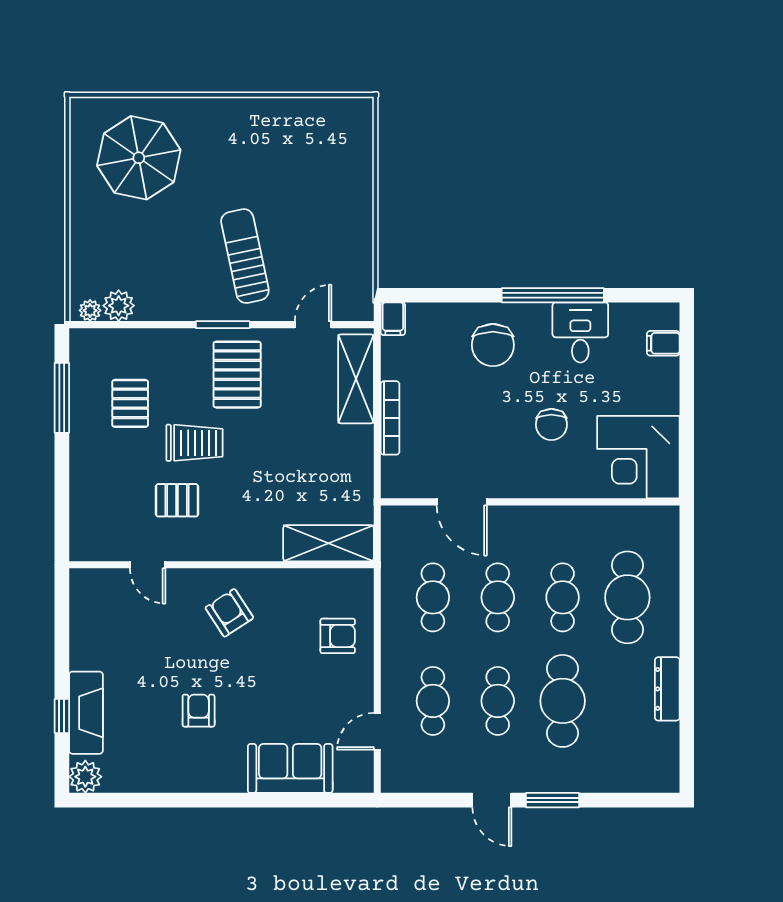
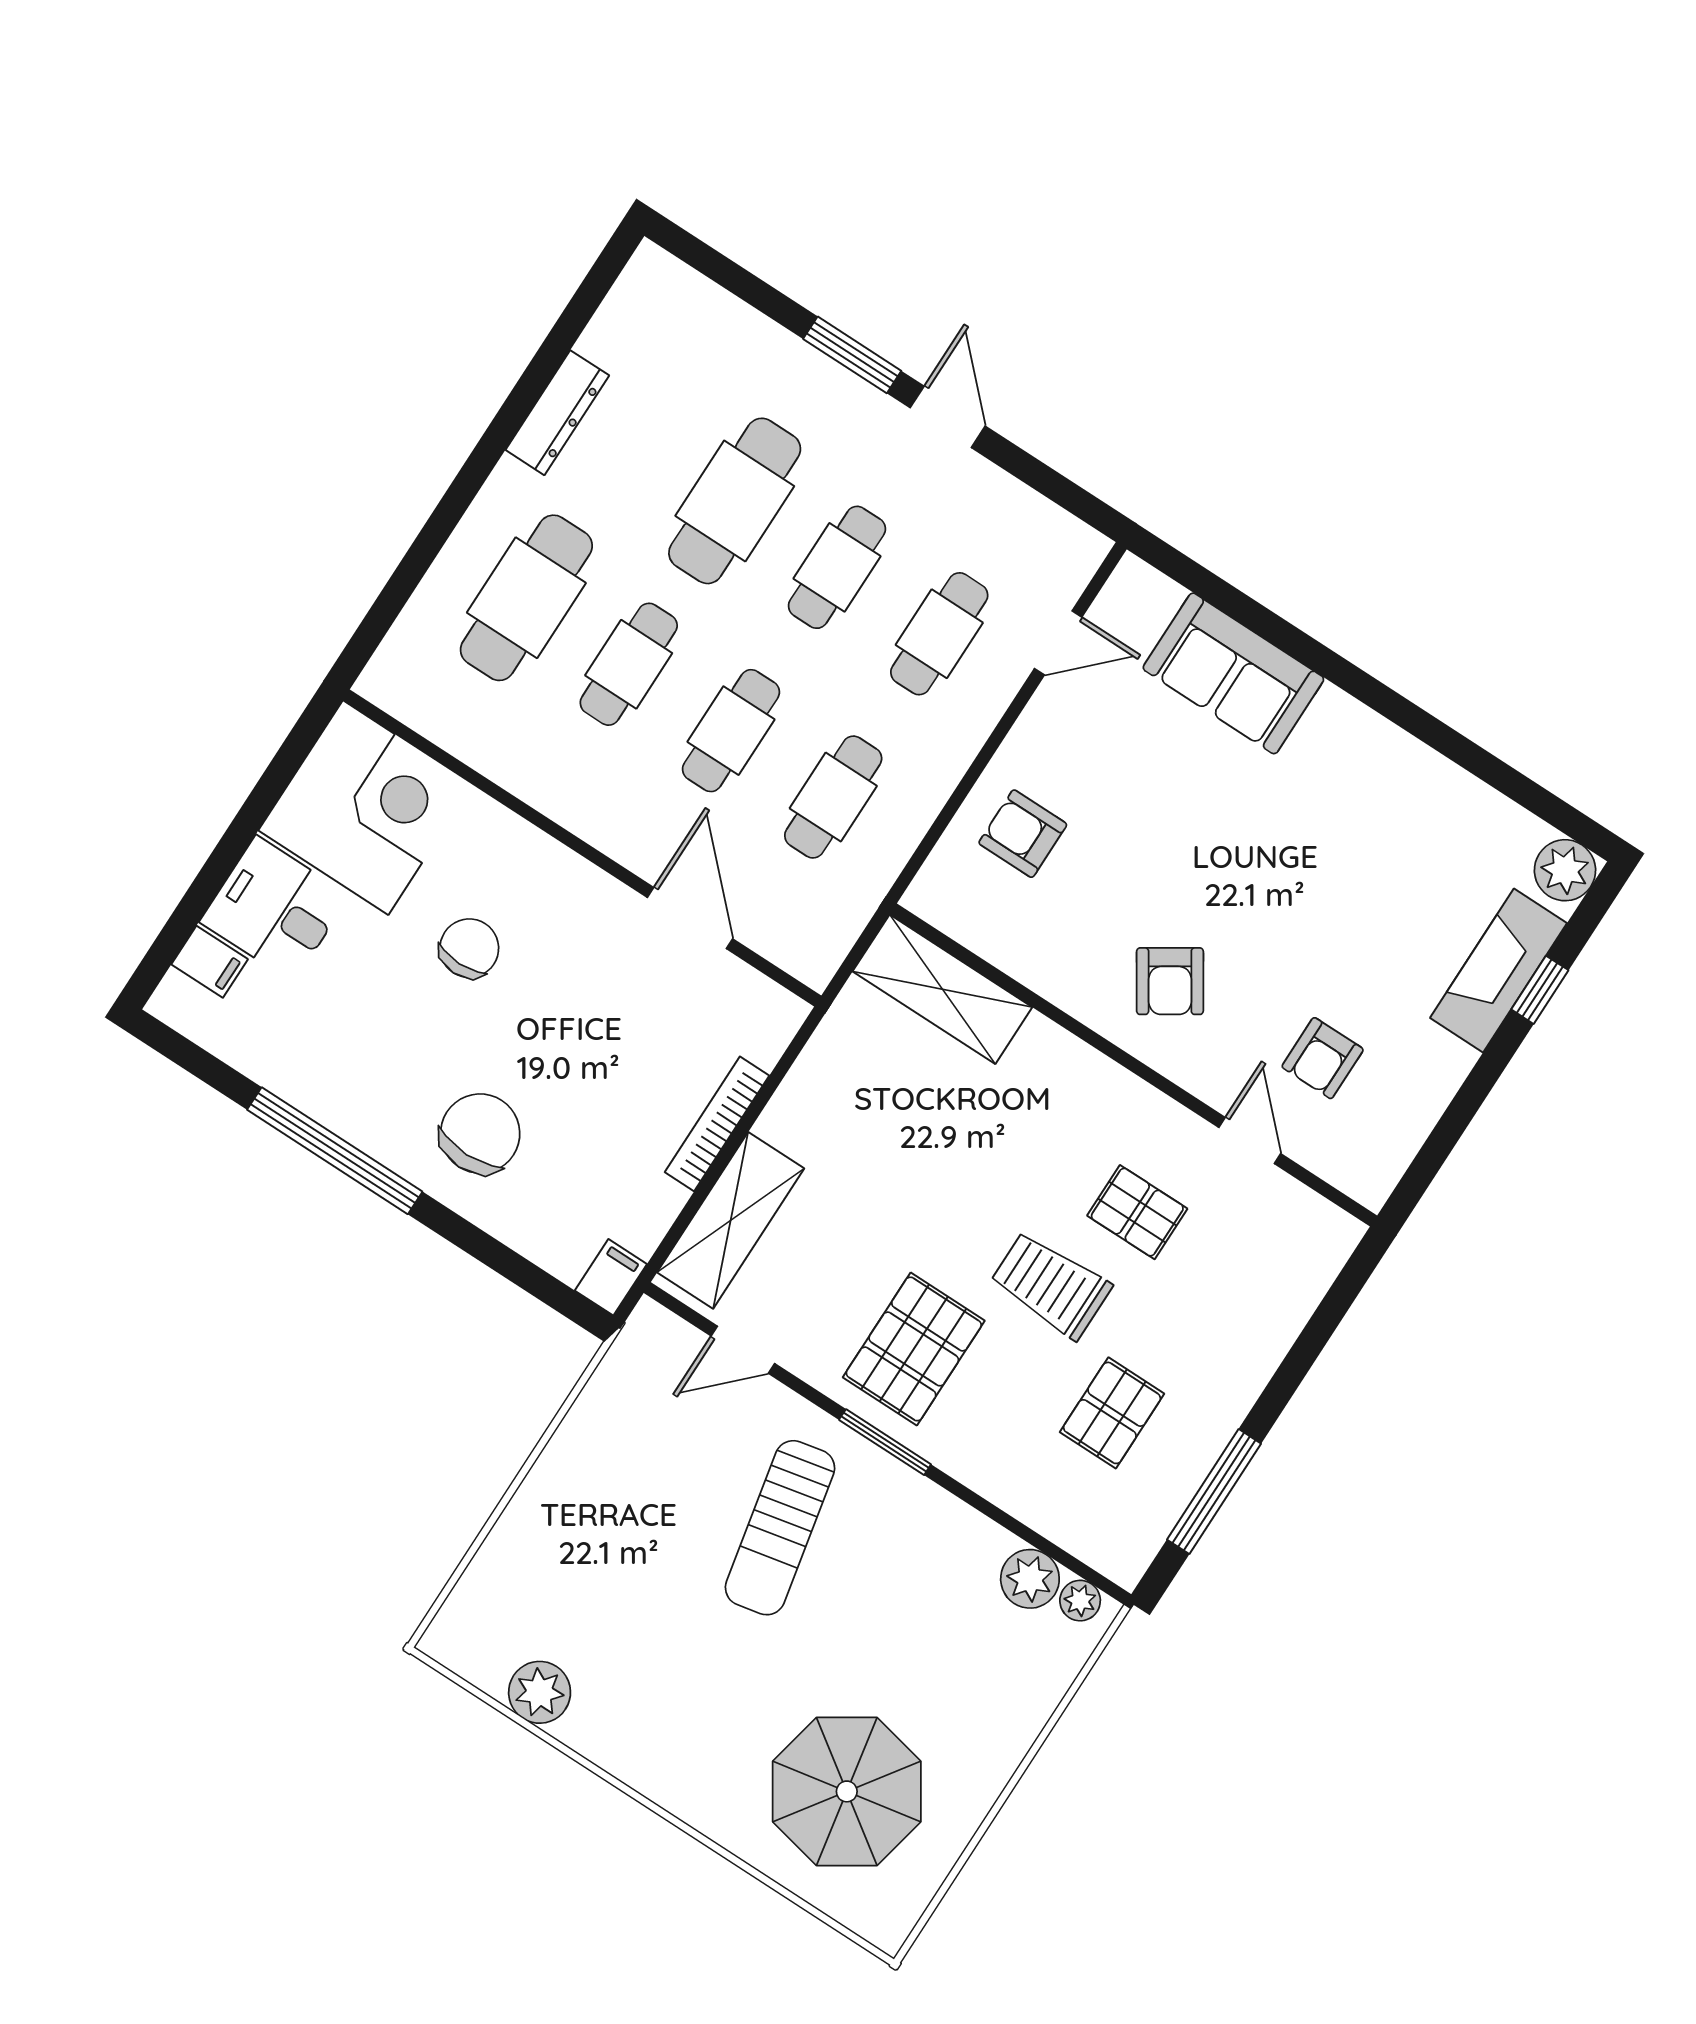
plant: (305, 113) -> (540, 1692), added
desk: (580, 332) -> (275, 909), moved, turned 90
armchair: (199, 711) -> (1323, 1058), moved

